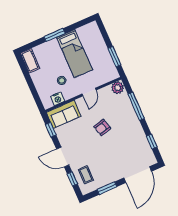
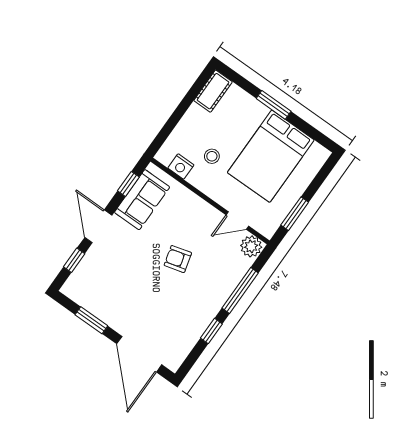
bed: (74, 53) -> (271, 156), width x1.50
door: (89, 92) -> (237, 221), moved
sofa: (64, 114) -> (142, 200), moved, turned -90
window: (152, 142) -> (211, 331), moved
coffee table: (86, 175) -> (93, 277), removed
door: (138, 175) -> (139, 354), hinge flipped

